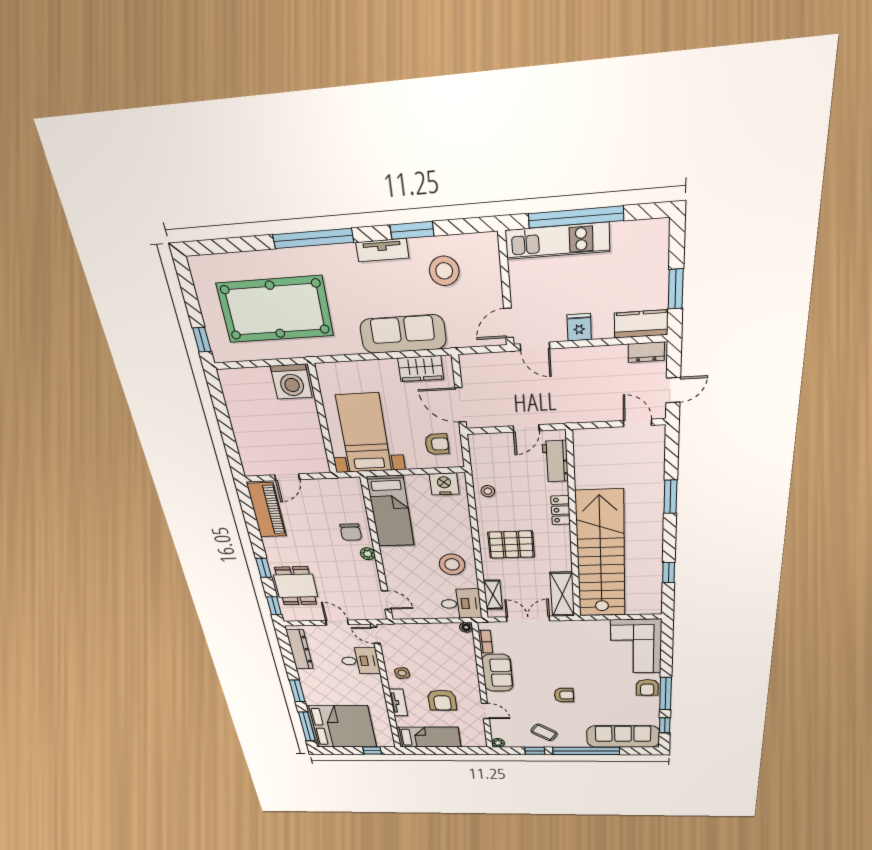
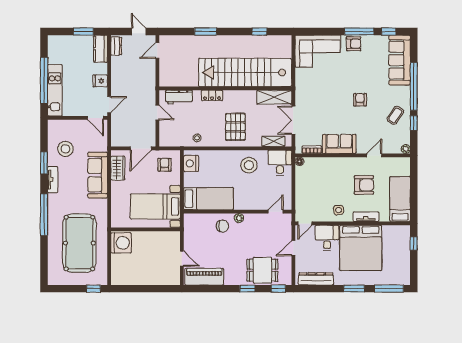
bed: (342, 727) -> (361, 248), moved, turned 180

